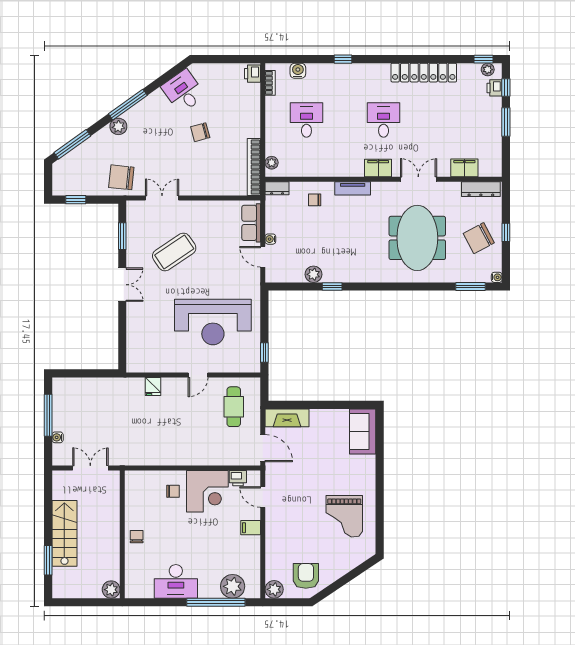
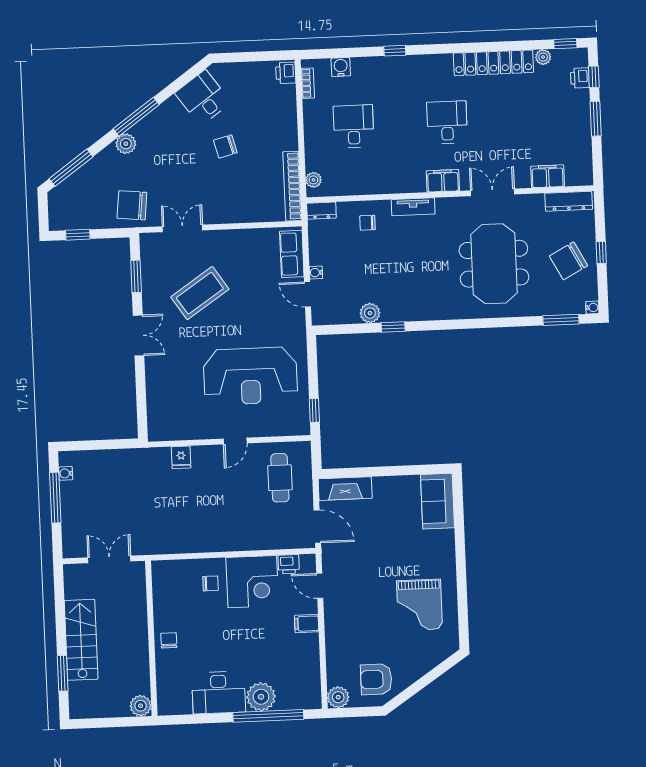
plant: (488, 70) -> (543, 57), moved
water cooler: (58, 437) -> (66, 473), moved
armchair: (306, 576) -> (376, 679), turned -90
plant: (233, 586) -> (261, 697), moved

